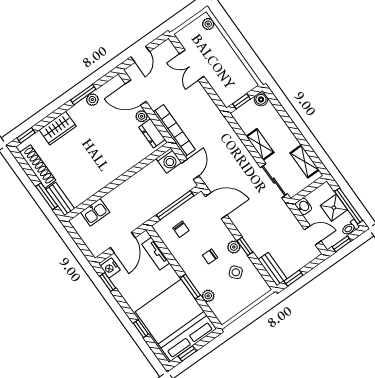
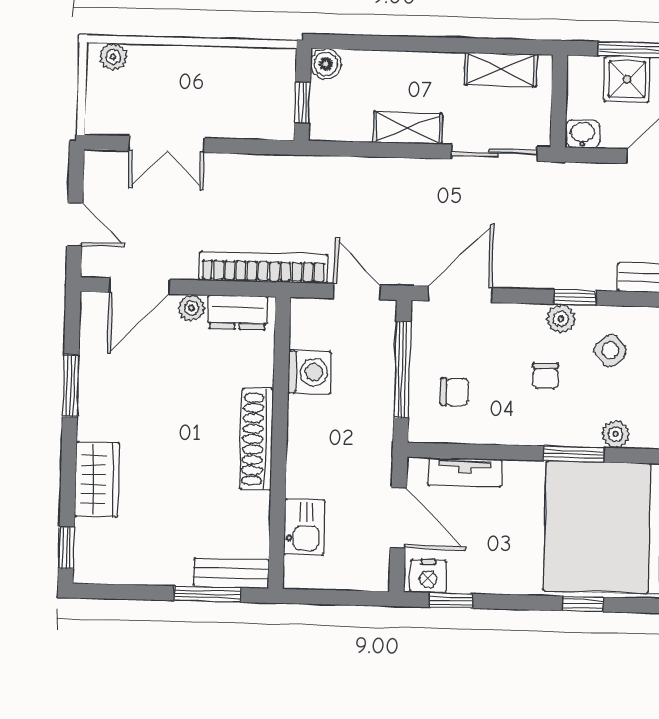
plant: (92, 100) -> (92, 376), removed
washing machine: (169, 161) -> (310, 372), moved
shoe rack: (38, 166) -> (257, 439), moved, turned -90

